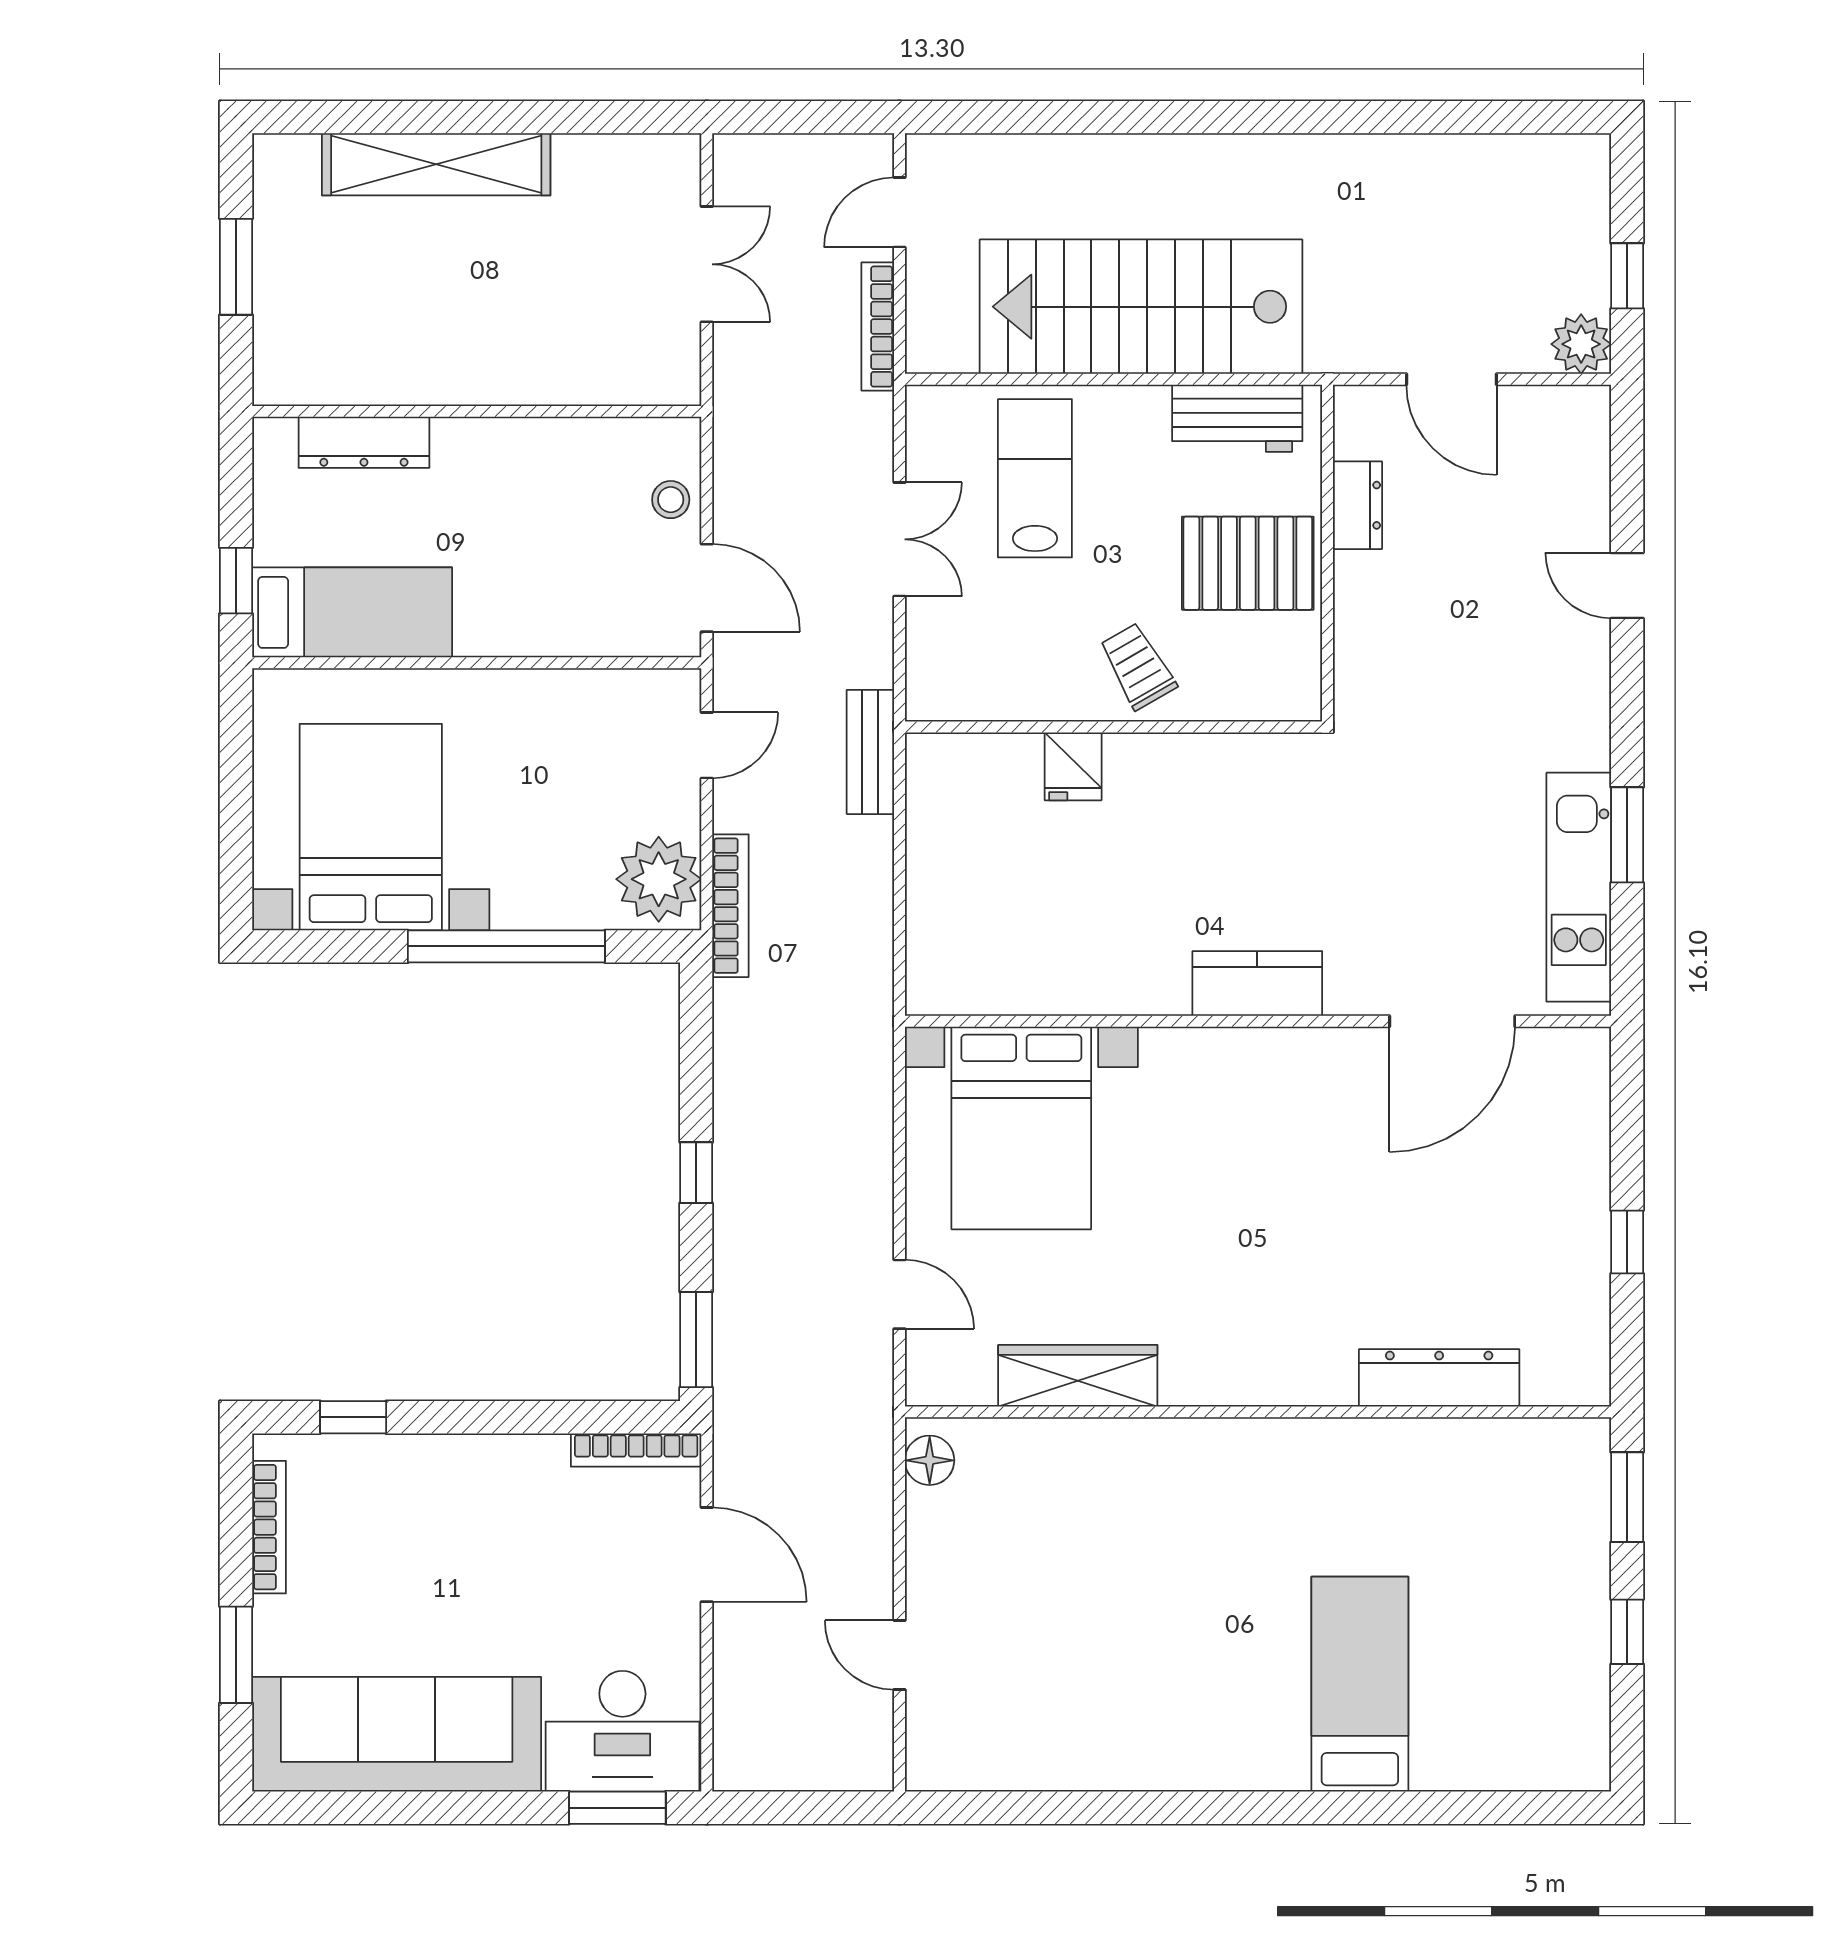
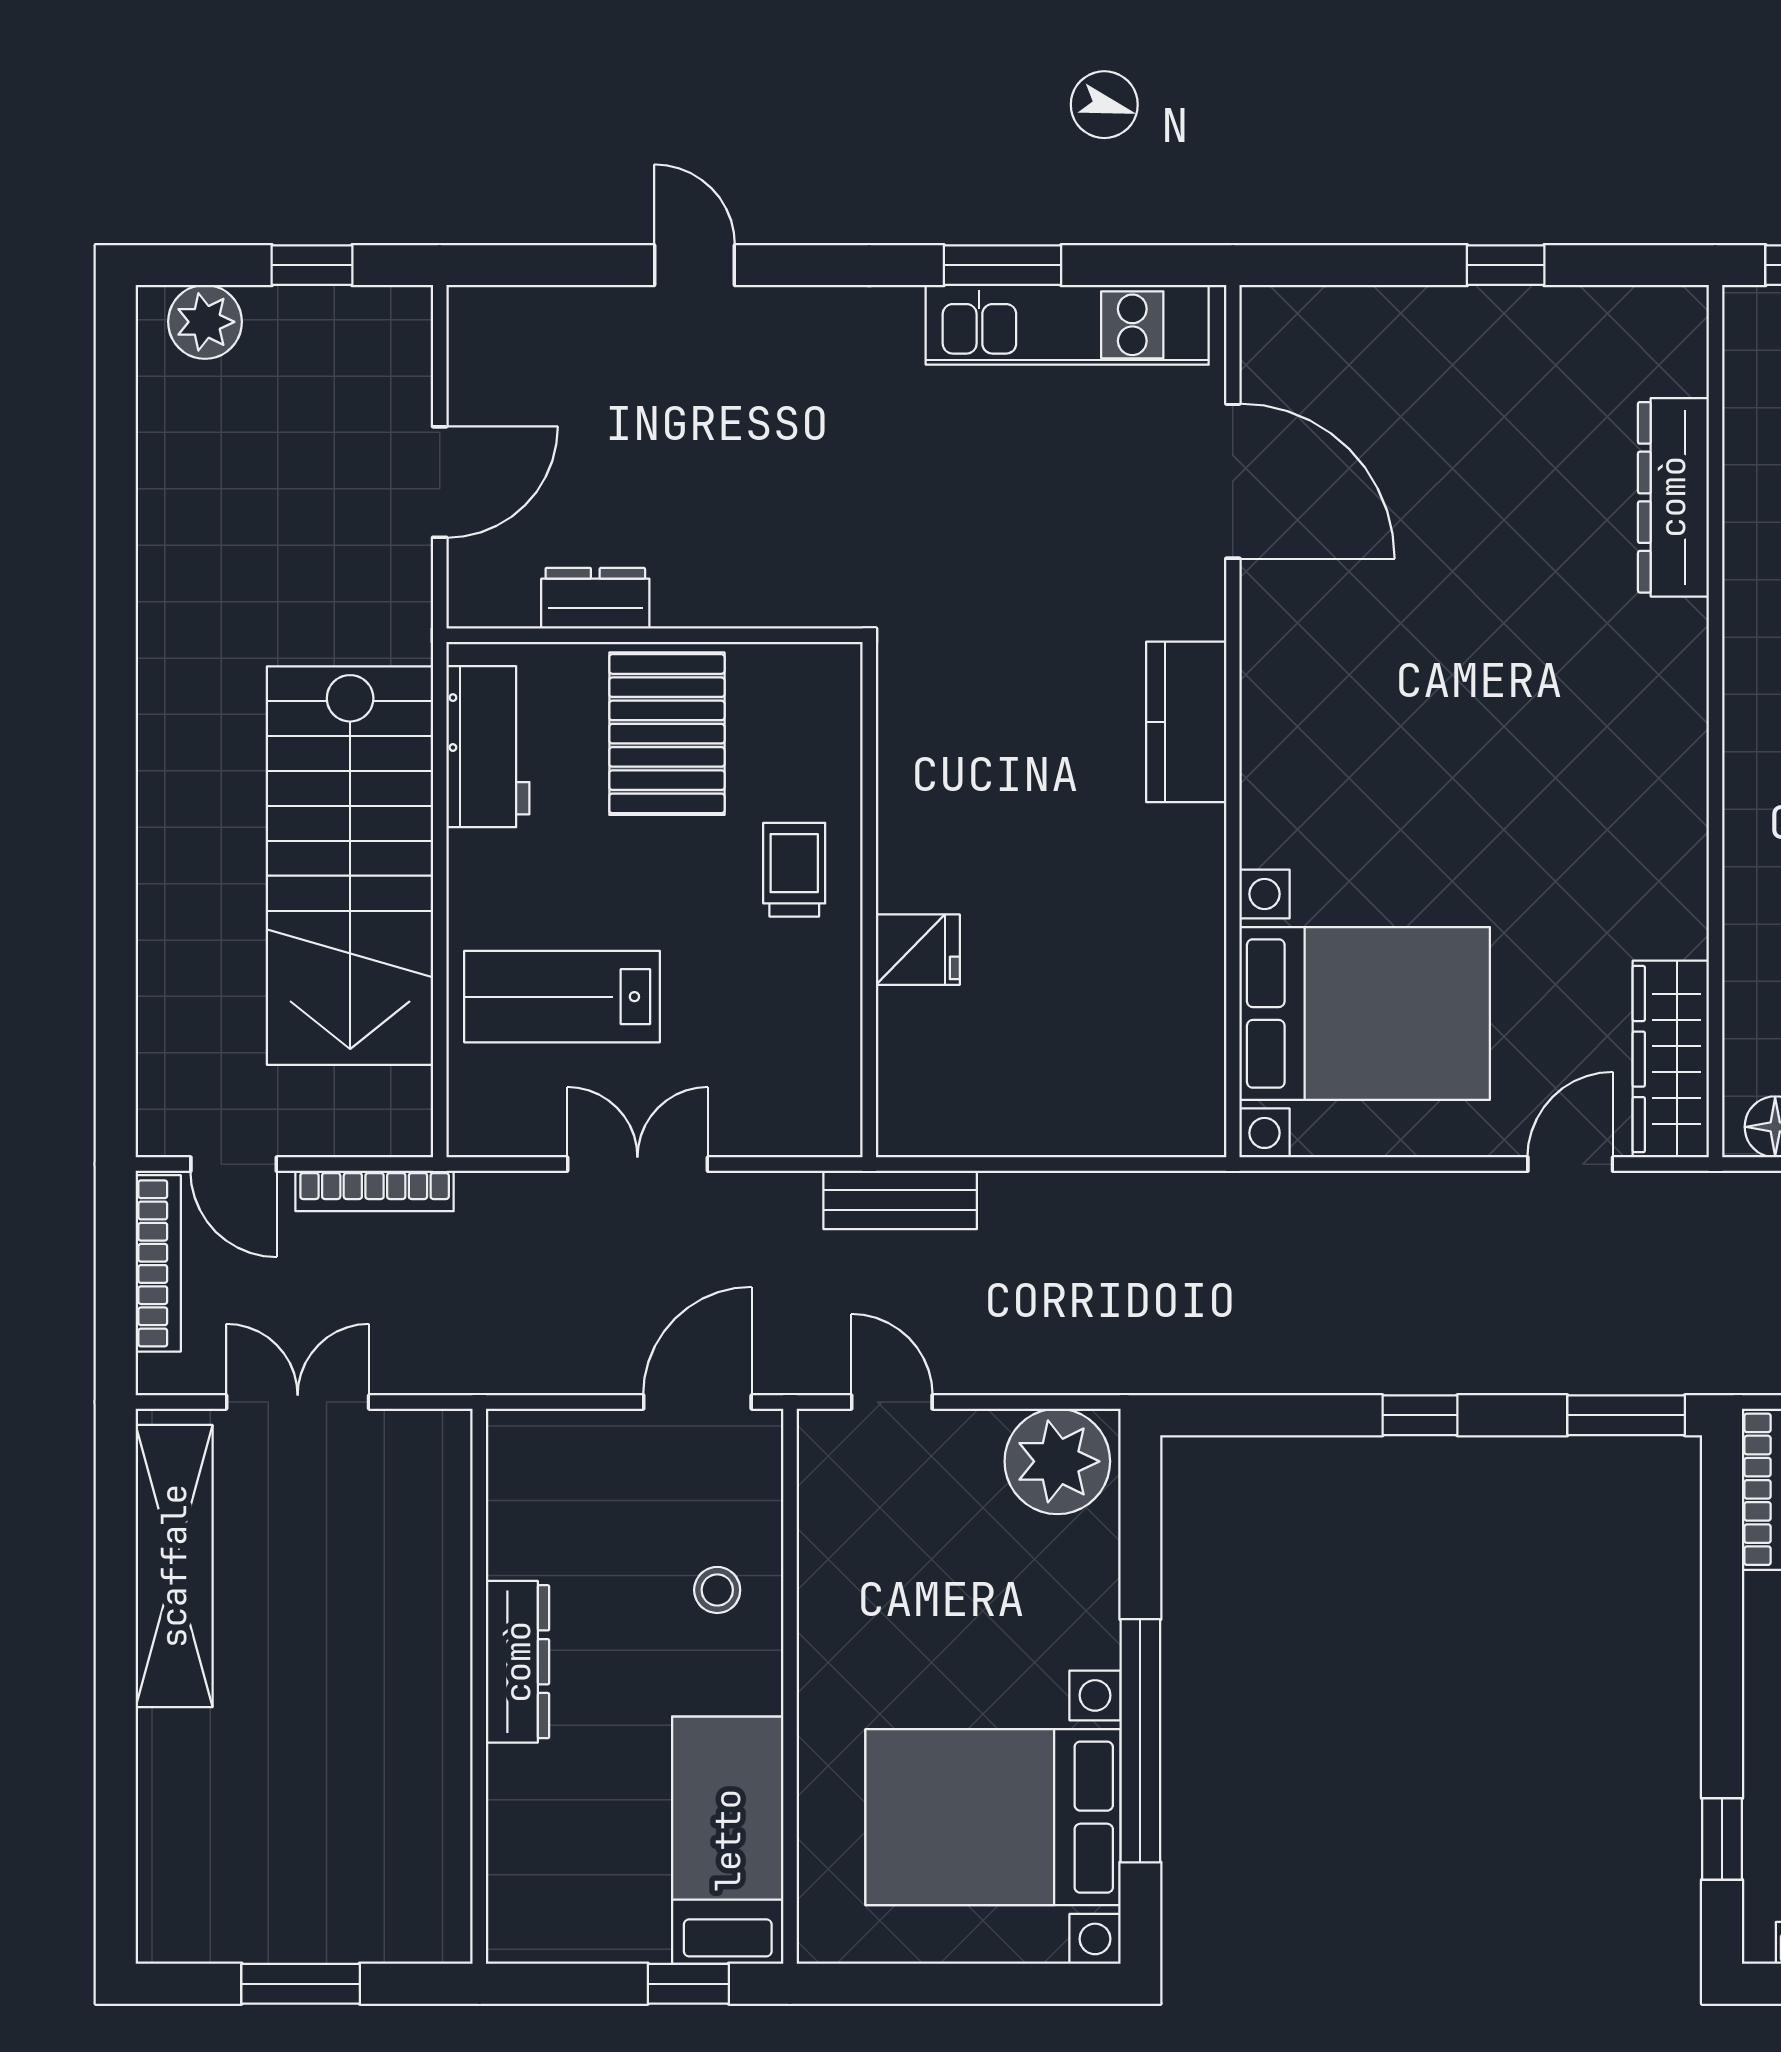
shelving: (436, 164) -> (174, 1566), moved
plant: (1581, 344) -> (205, 322), moved
dresser: (364, 442) -> (518, 1662), moved
stool: (671, 500) -> (717, 1590), moved
door: (1627, 586) -> (694, 265), swing flipped
trolley: (1138, 666) -> (794, 870), turned 120
bookcase: (730, 906) -> (158, 1263), moved, turned 90
window: (506, 946) -> (1140, 1741), moved
wardrobe: (1078, 1376) -> (1671, 1059), moved

